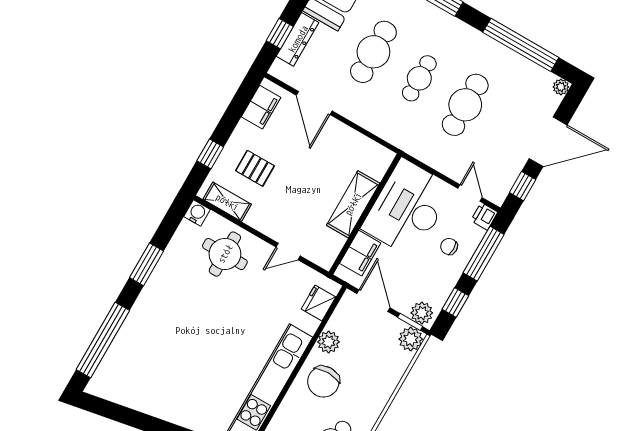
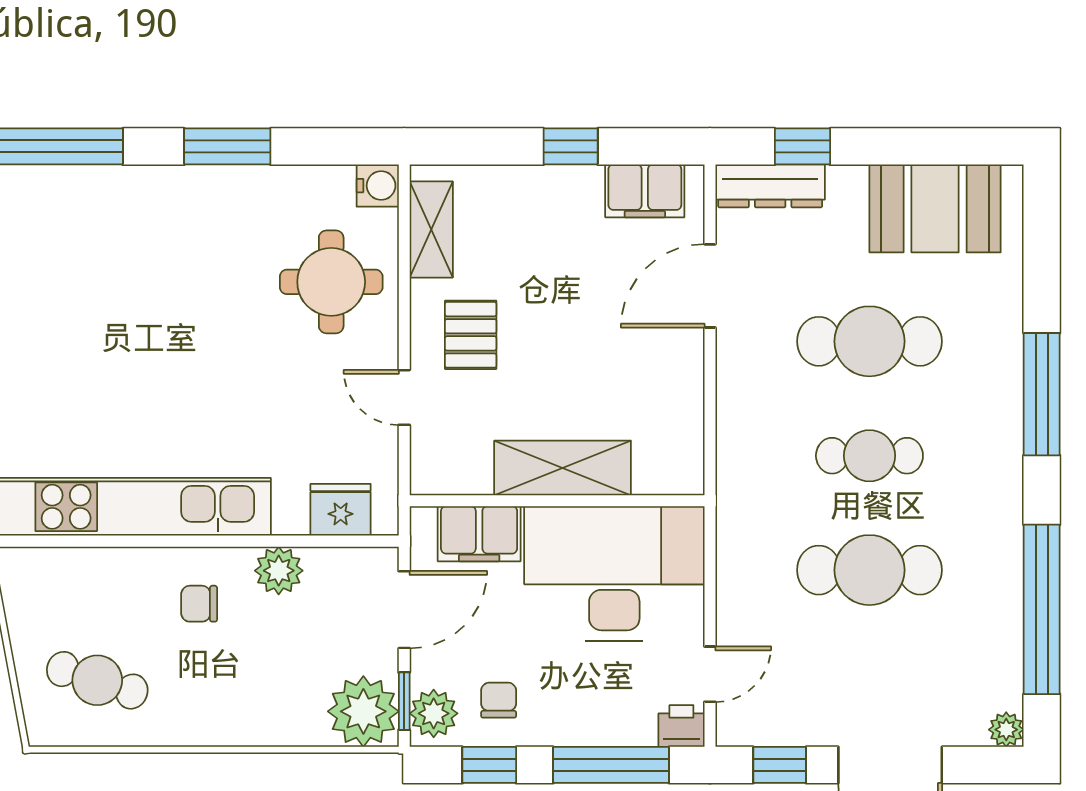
dresser: (298, 39) -> (770, 186), moved
window: (210, 154) -> (571, 146), moved
pallet: (255, 168) -> (471, 335), moved
chair: (449, 246) -> (499, 700), moved
plant: (411, 339) -> (363, 711), width x1.36, depth x1.36
chair: (323, 382) -> (199, 604), width x0.54, depth x0.54

